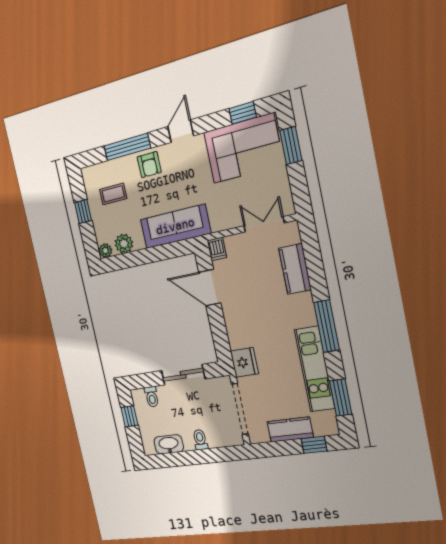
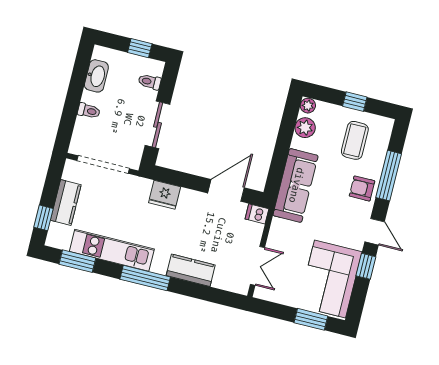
window: (243, 113) -> (366, 266), moved
coffee table: (113, 194) -> (355, 140), width x1.36, depth x1.30
kitchen counter: (295, 269) -> (191, 270), moved
fridge: (244, 362) -> (165, 195), moved

